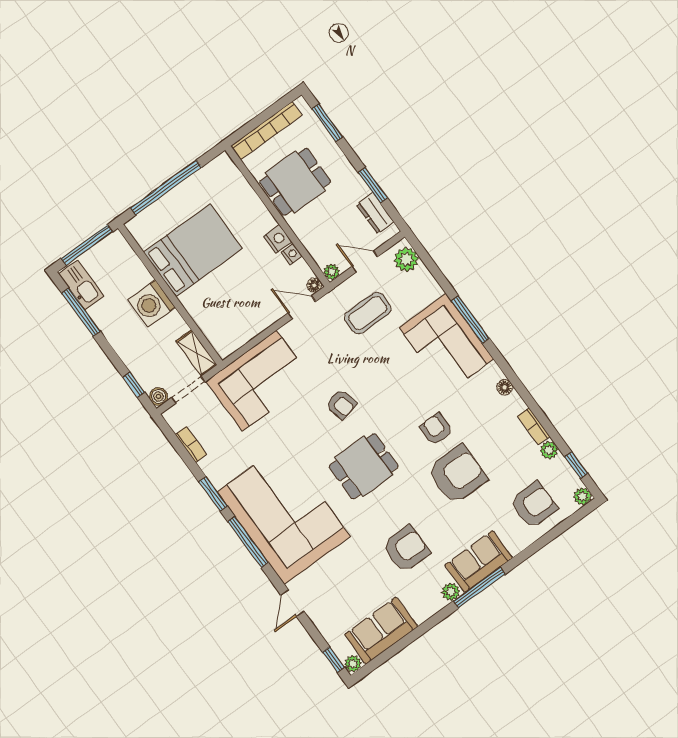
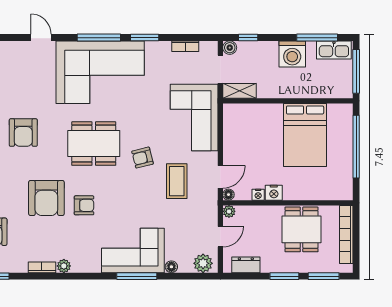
window: (373, 185) -> (284, 276), moved
washing machine: (152, 304) -> (292, 54), moved, turned 180
coffee table: (368, 313) -> (177, 181), moved
floor lamp: (505, 387) -> (171, 267), moved
plant: (549, 450) -> (64, 266), moved
dining table: (364, 466) -> (94, 144), width x1.38

